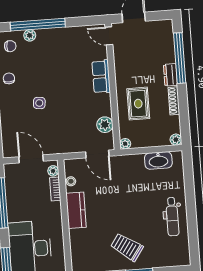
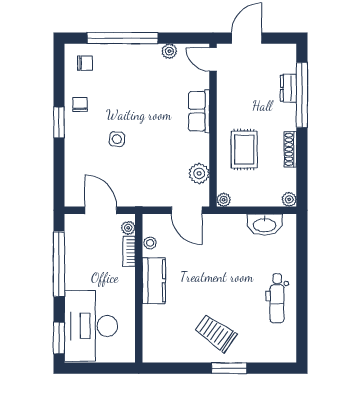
plant: (30, 35) -> (169, 51), moved
dresser: (170, 75) -> (288, 88), moved

